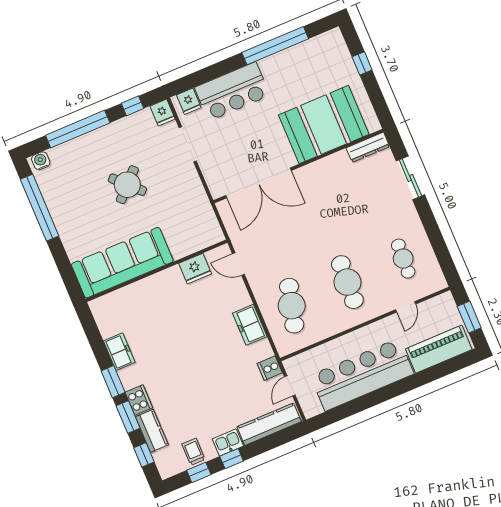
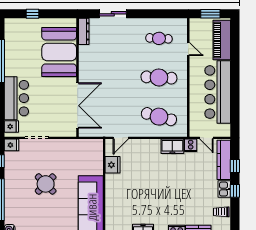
freezer: (250, 325) -> (172, 146), moved
window: (199, 472) -> (235, 166), moved

